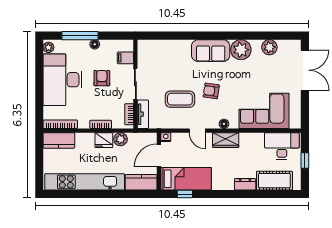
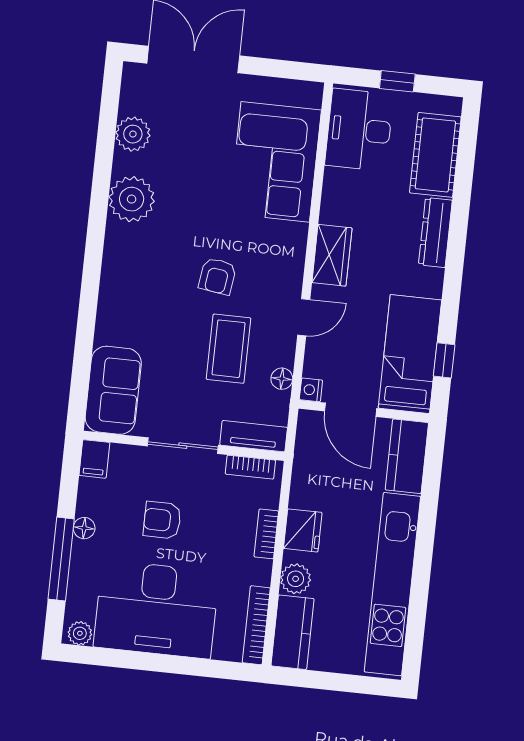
sofa: (211, 51) -> (113, 390), moved
filing cabinet: (125, 58) -> (94, 459), moved
floor lamp: (224, 124) -> (282, 379), moved
plant: (120, 139) -> (296, 579), moved
dresser: (245, 184) -> (435, 233), width x1.44

